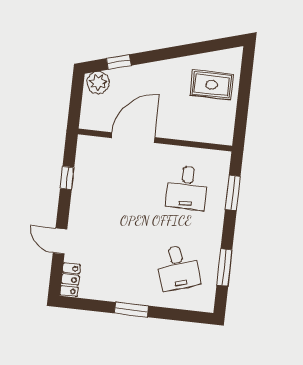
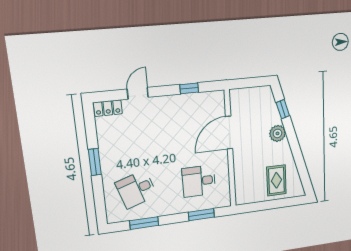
plant: (98, 83) -> (277, 133), moved
door: (133, 138) -> (229, 133), swing flipped

